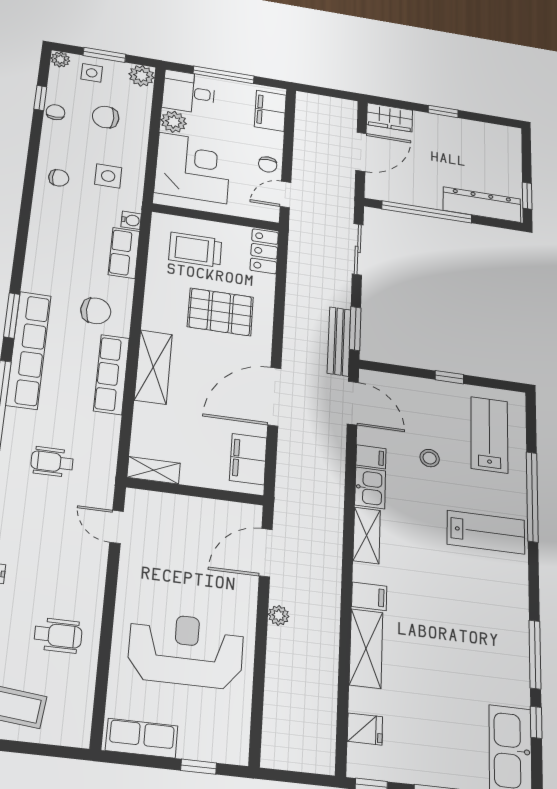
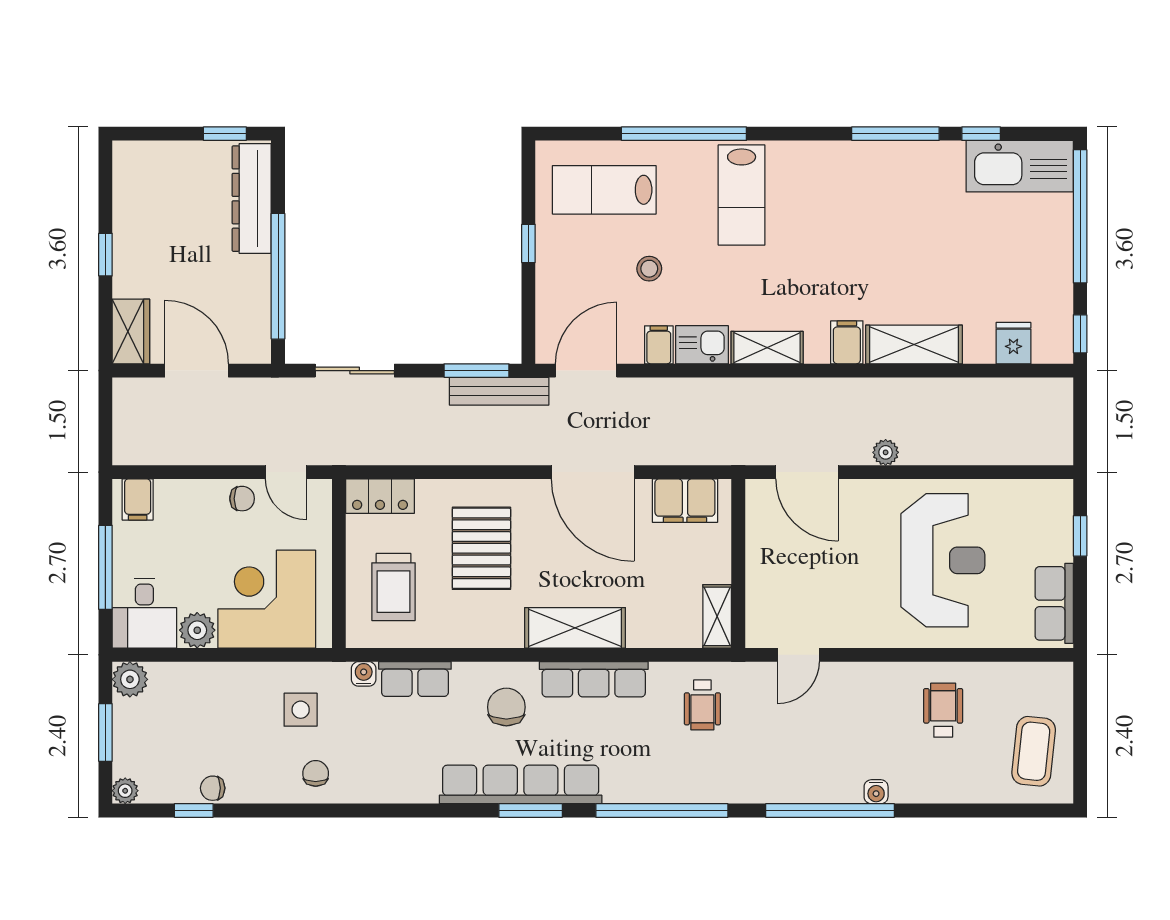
side table: (92, 73) -> (139, 747), removed
filing cabinet: (270, 111) -> (138, 499), width x0.50
chair: (106, 117) -> (207, 722), removed
row of seats: (29, 350) -> (521, 784), moved
wheelchair: (52, 462) -> (702, 705), moved
lab bench: (486, 532) -> (742, 195), turned 180
reception desk: (186, 650) -> (943, 560), turned 180

